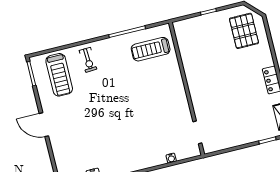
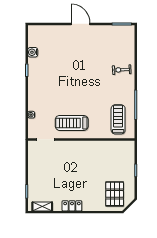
pallet: (244, 31) -> (115, 194), turned 90
treadmill: (59, 75) -> (72, 123), moved
door: (44, 125) -> (81, 24), hinge flipped

